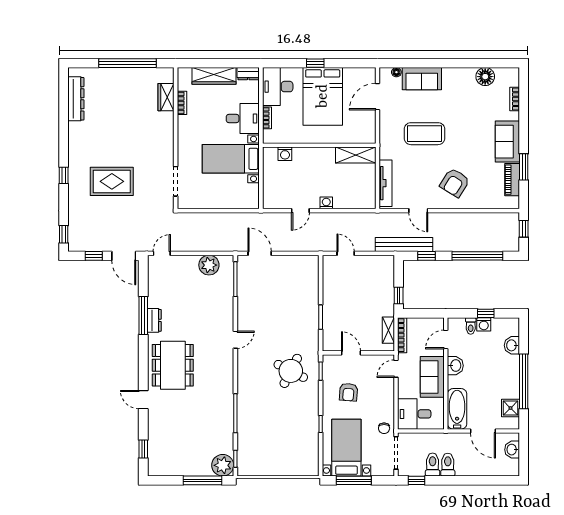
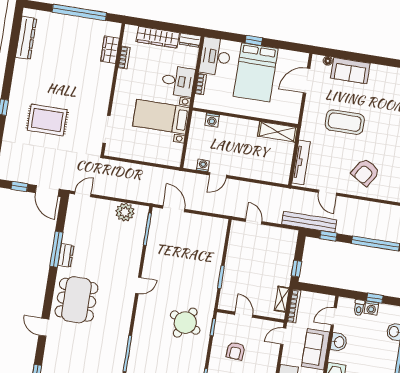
washing machine: (326, 203) -> (203, 165), moved

